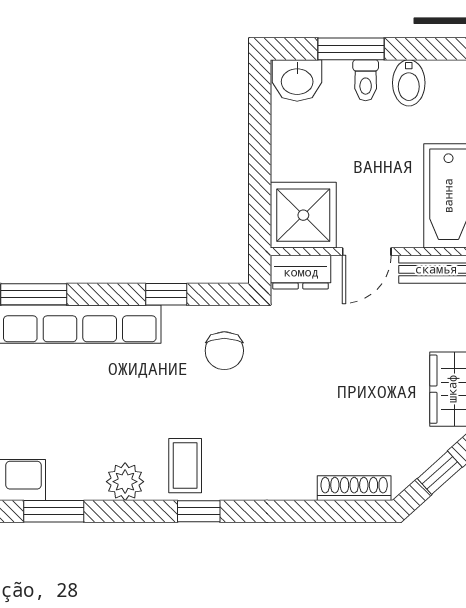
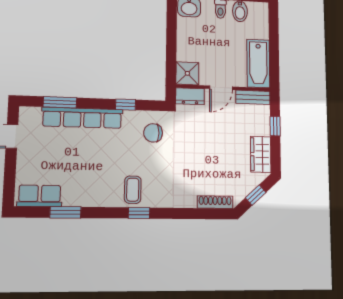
shower: (303, 215) -> (187, 73), width x0.73, depth x0.73
chair: (224, 351) -> (153, 133), turned 90
plant: (125, 482) -> (102, 197), removed

